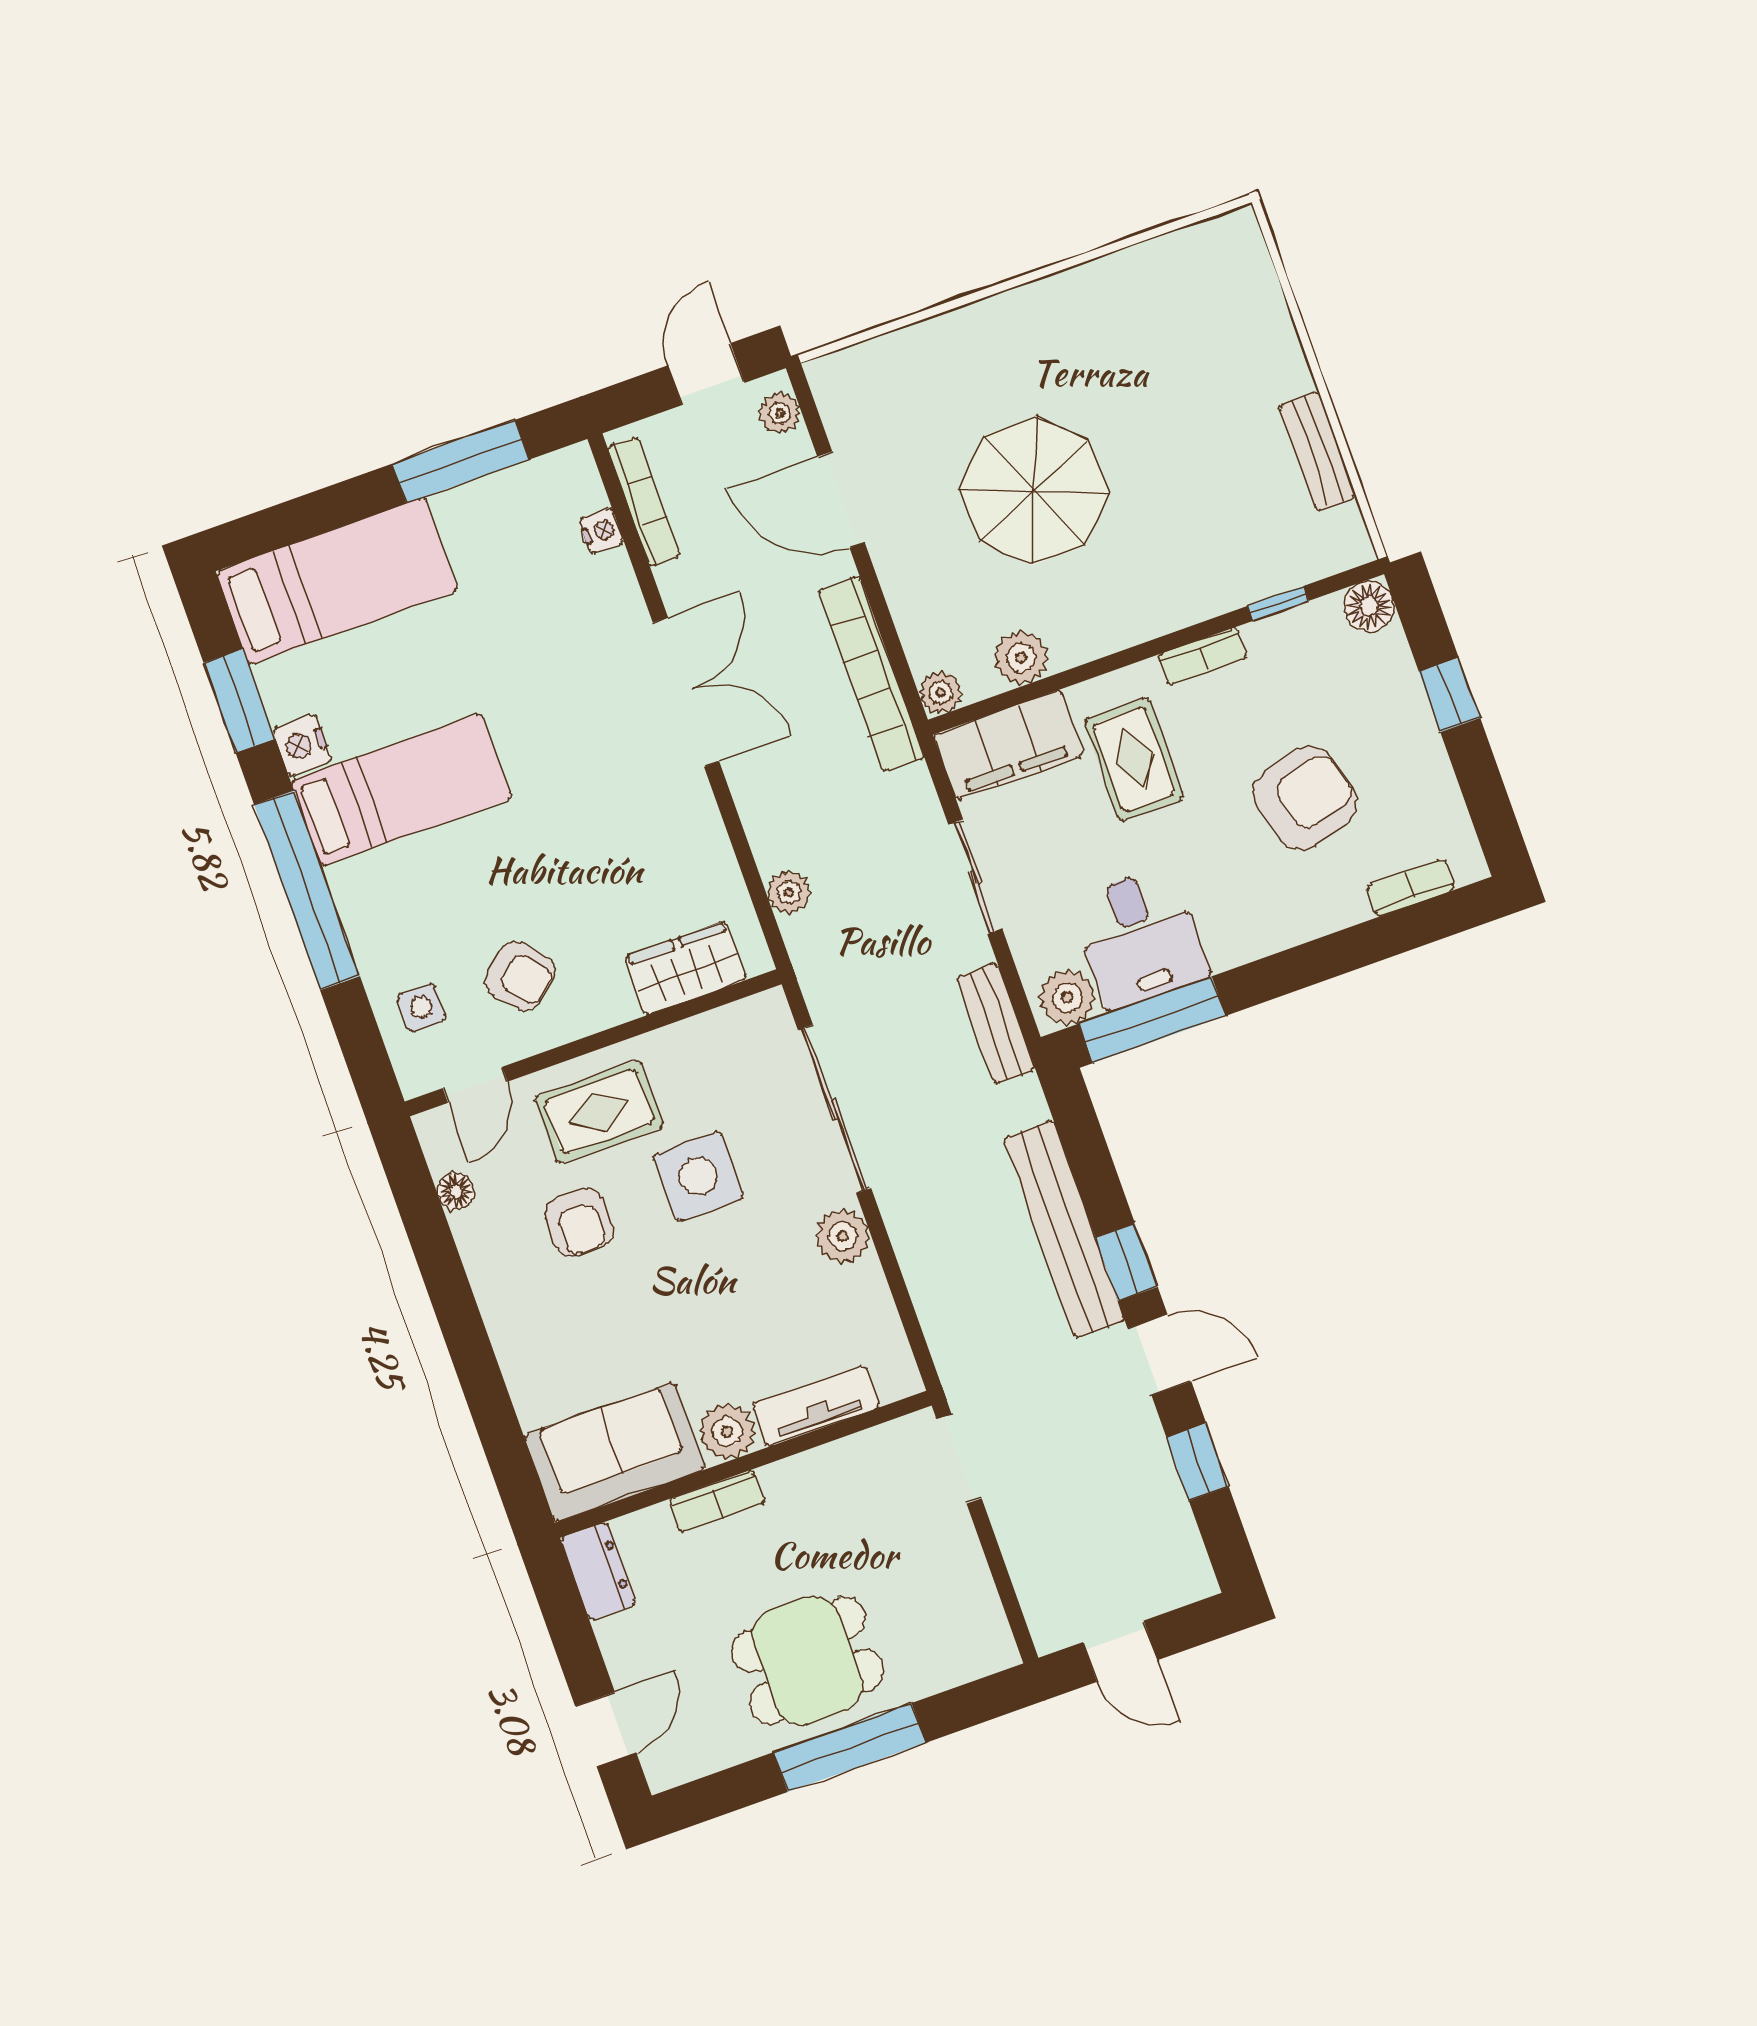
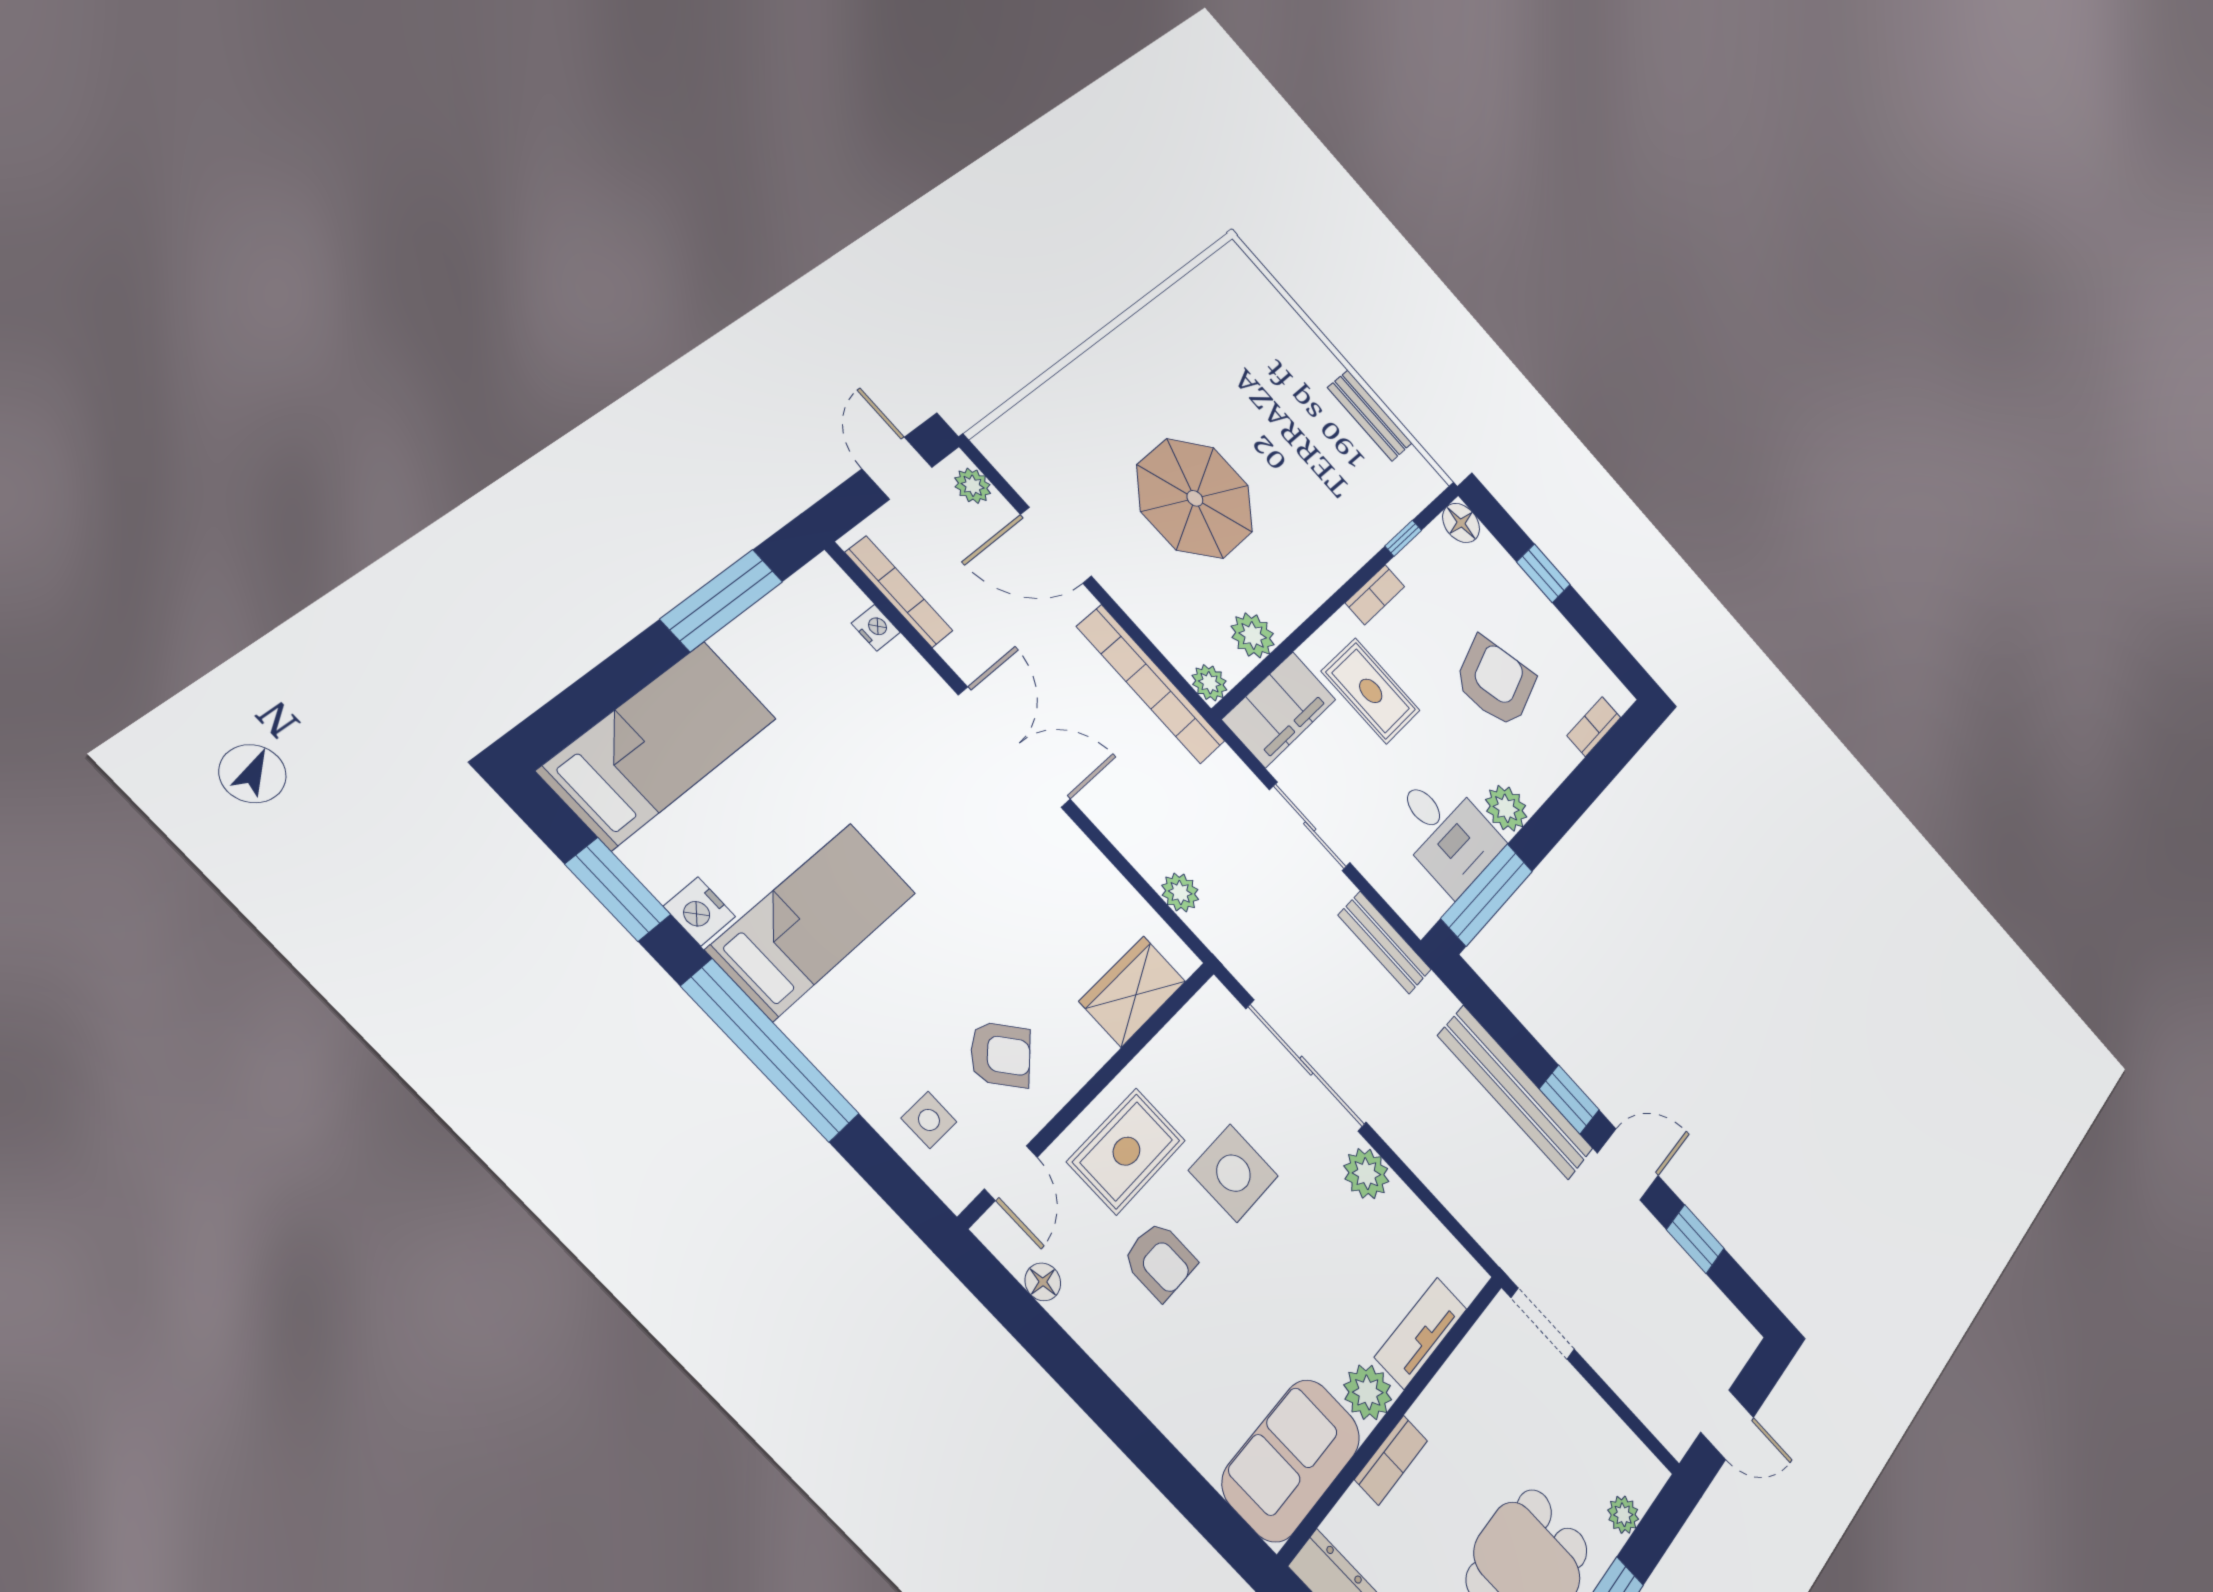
plant: (1067, 998) -> (1506, 808), moved
plant: (943, 1671) -> (1623, 1515), added

